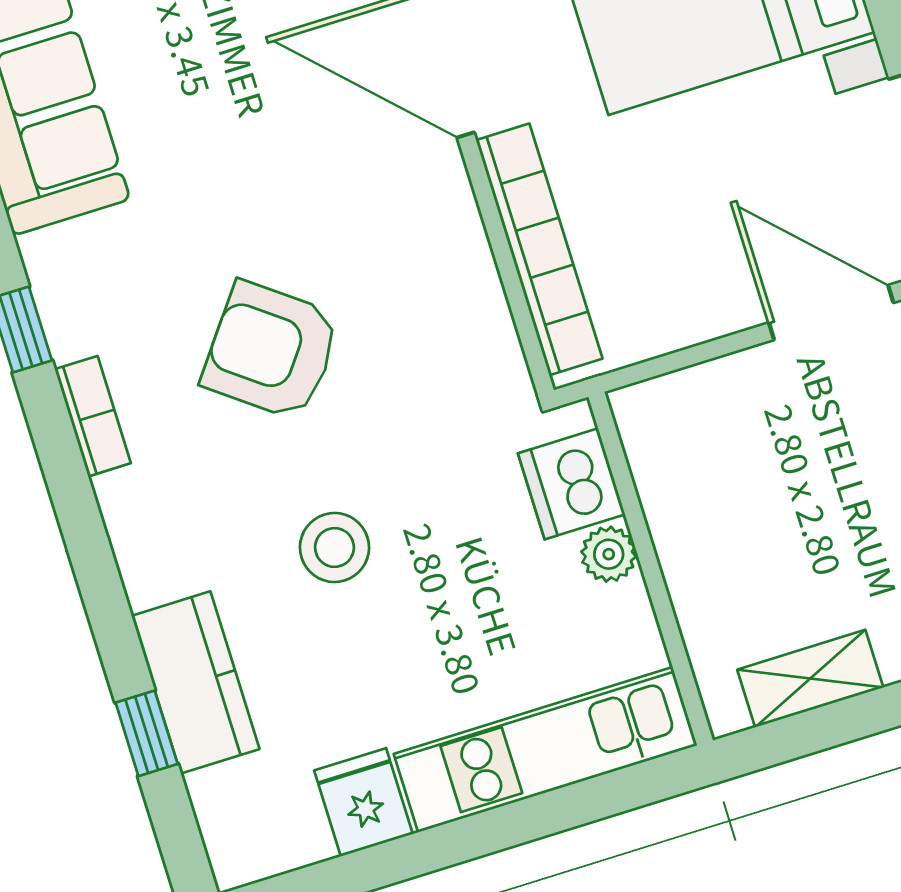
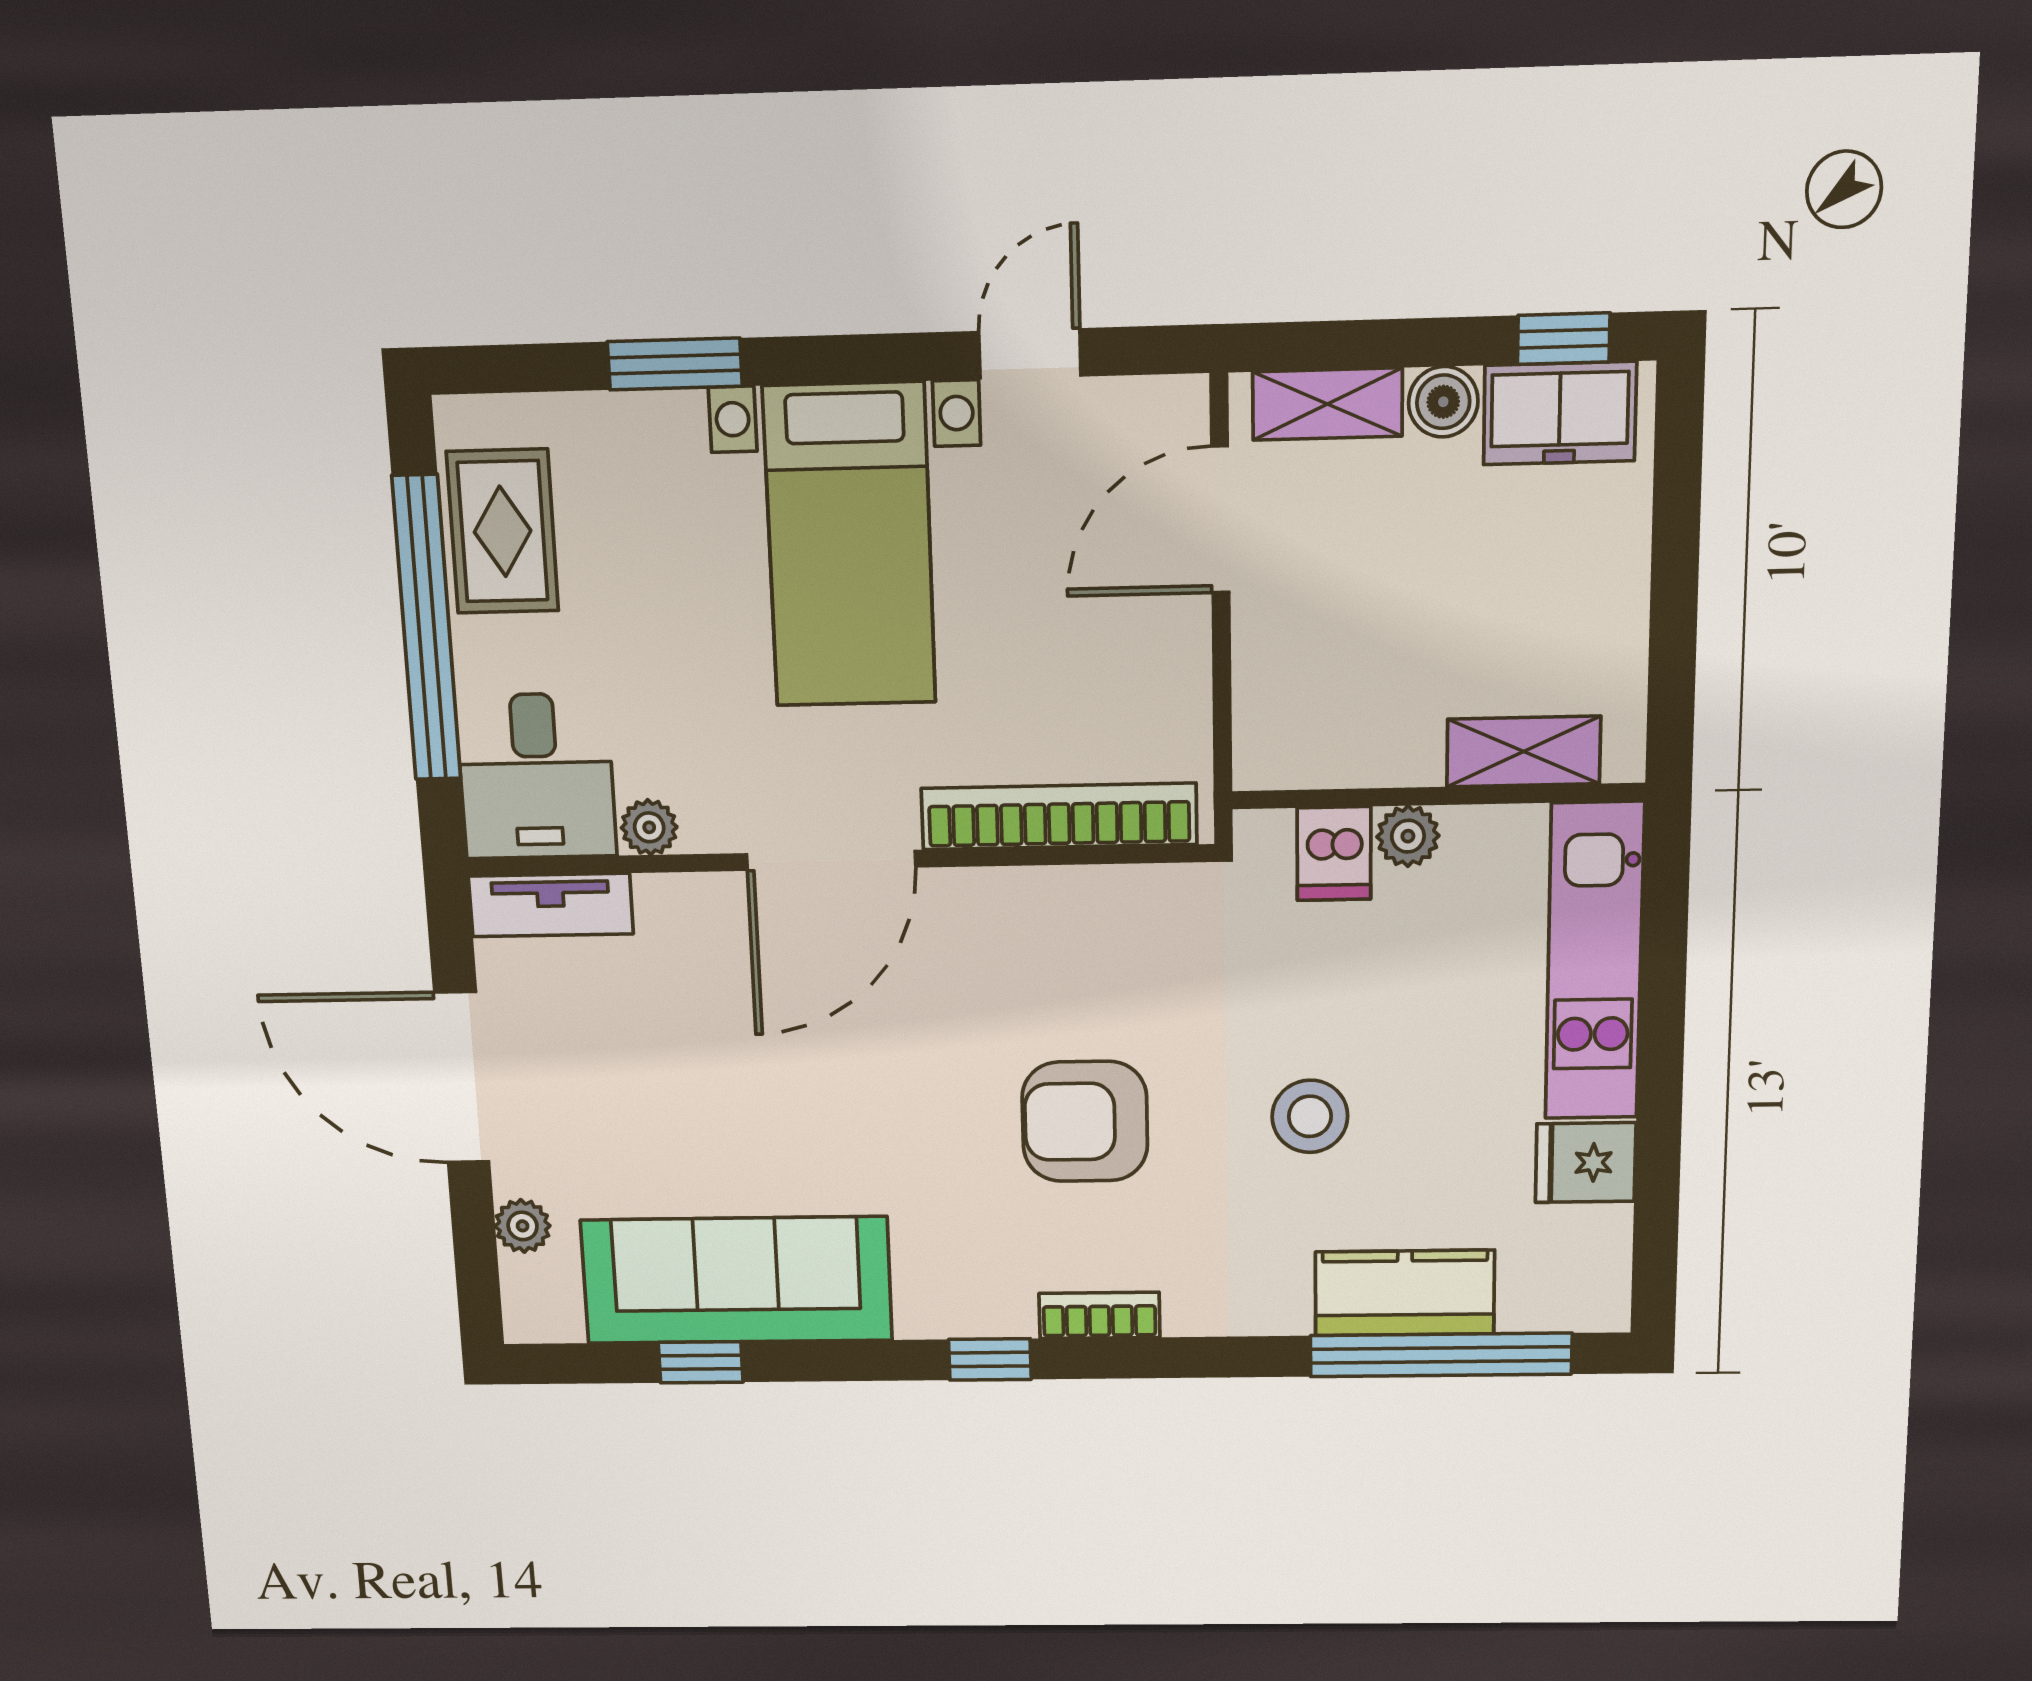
armchair: (271, 351) -> (1085, 1121), turned 53
dishwasher: (572, 484) -> (1334, 854), width x0.73
shelving: (810, 679) -> (1524, 751), moved, turned 90
window: (147, 733) -> (1441, 1355), width x3.17

